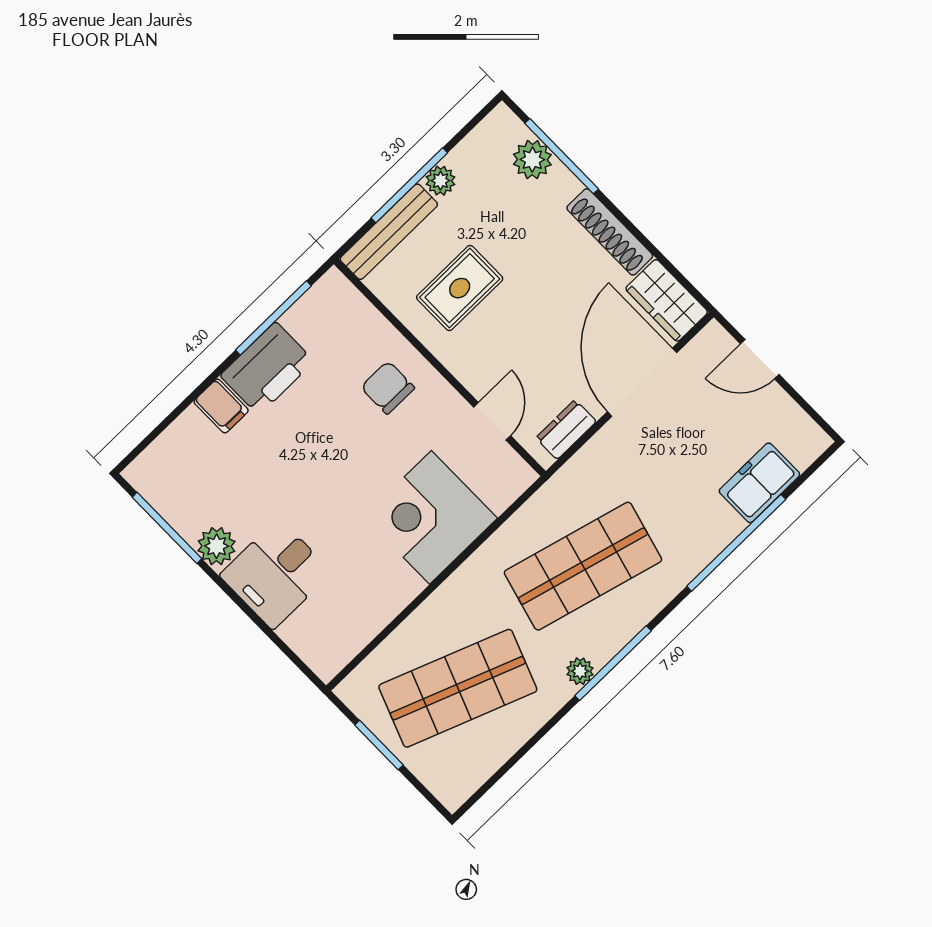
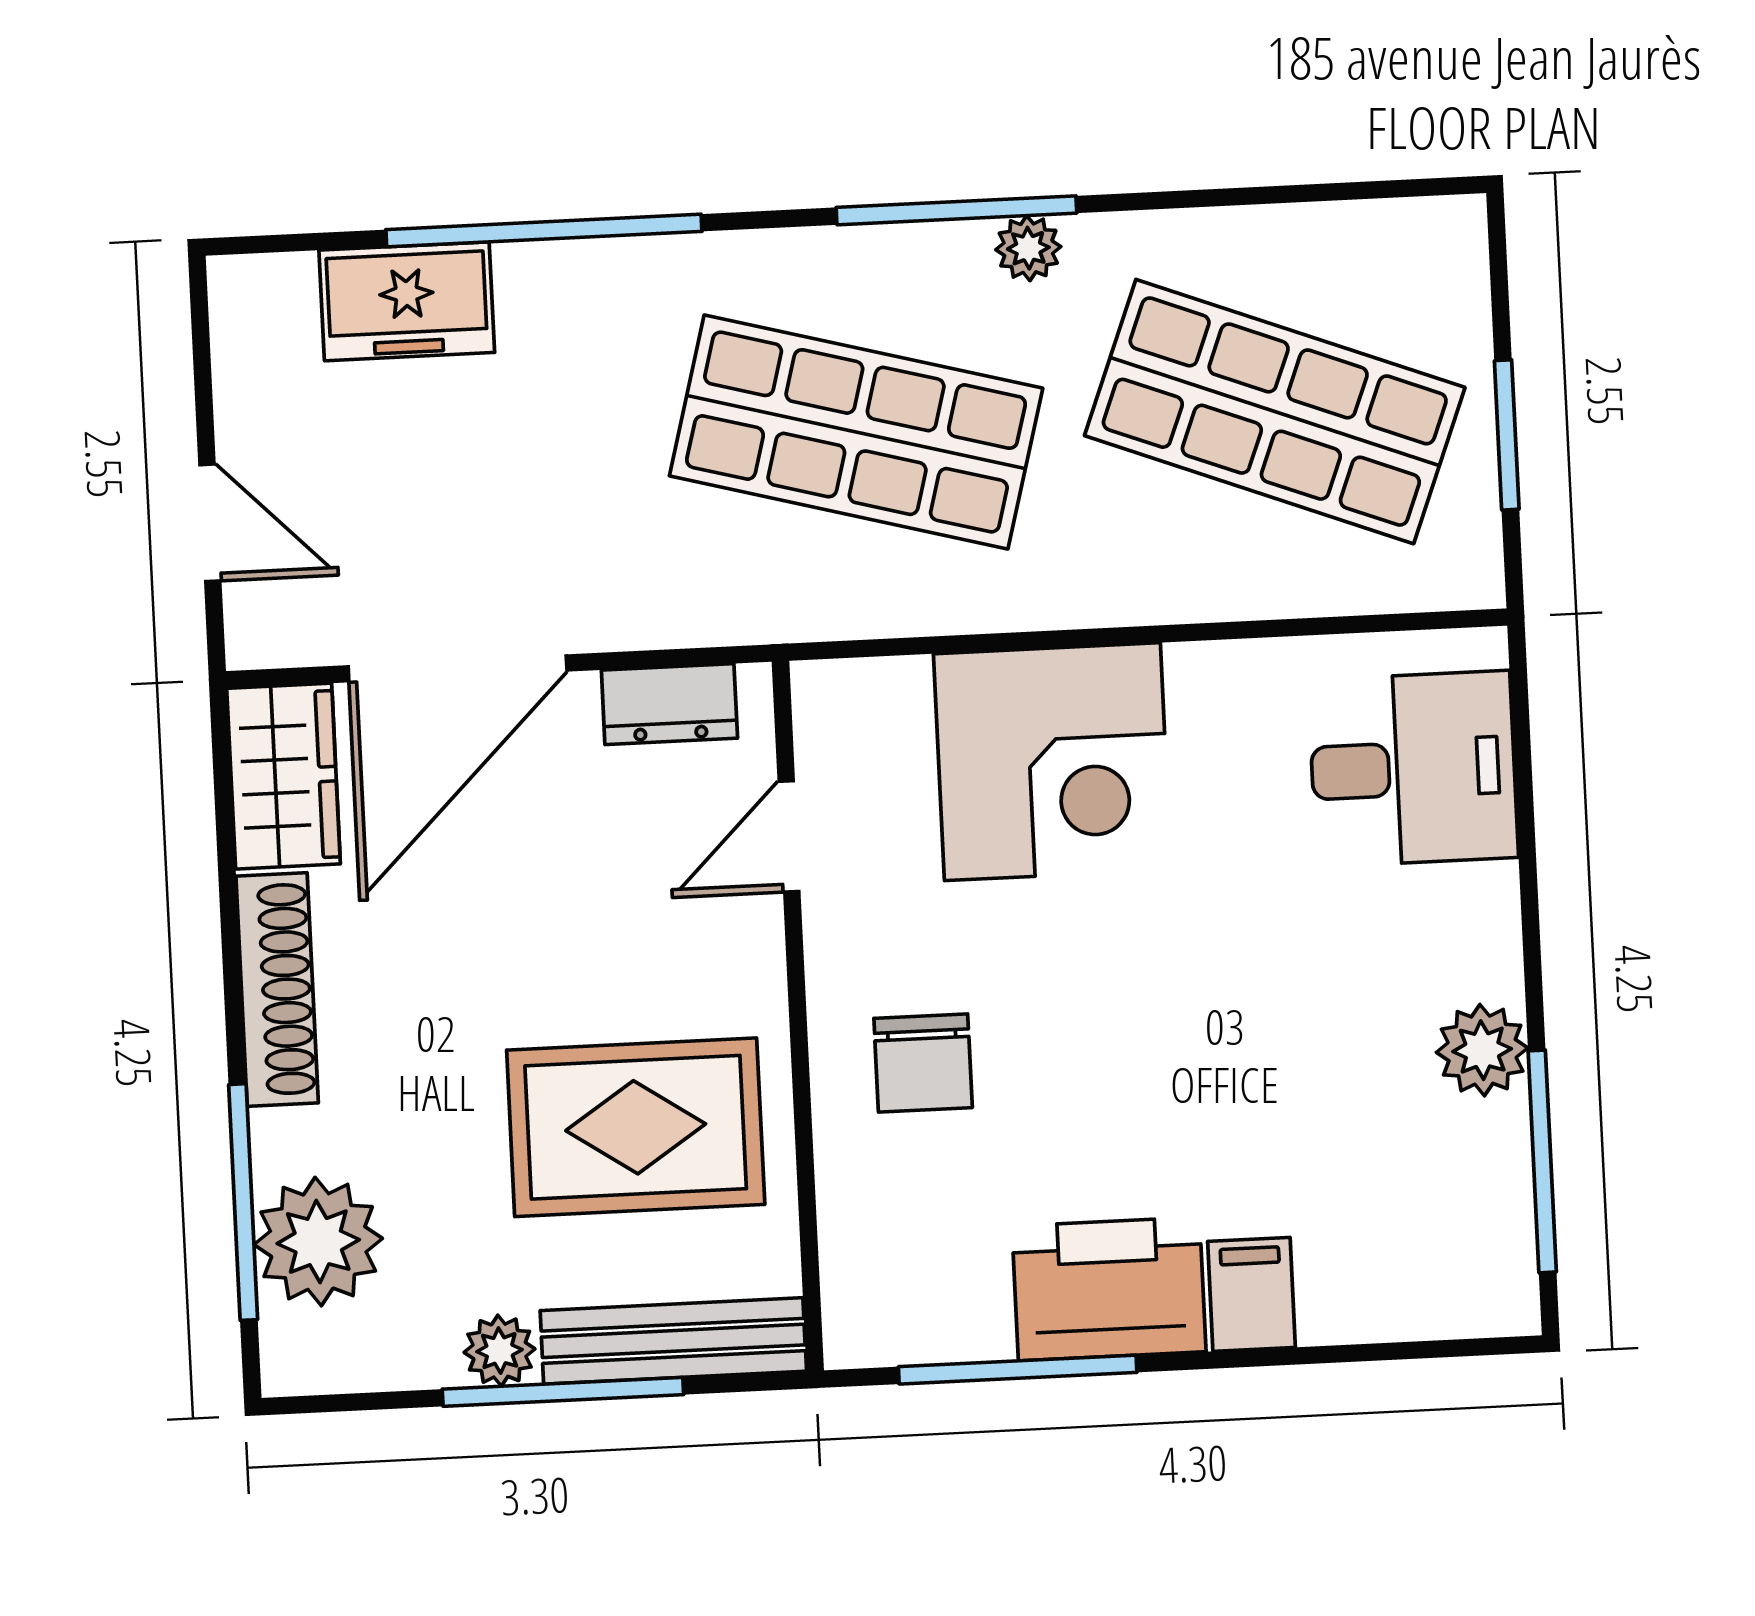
plant: (532, 160) -> (318, 1242), width x1.36, depth x1.36
rug: (460, 288) -> (636, 1127), width x1.36, depth x1.43
desk: (276, 574) -> (1413, 769), moved

